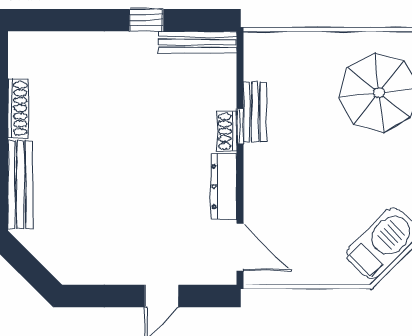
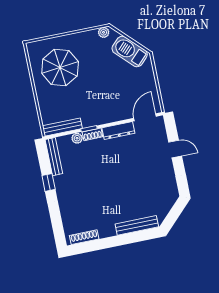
plant: (226, 98) -> (77, 138), added
shoe rack: (18, 108) -> (84, 237), moved
bench: (255, 112) -> (62, 127), moved, width x1.36

